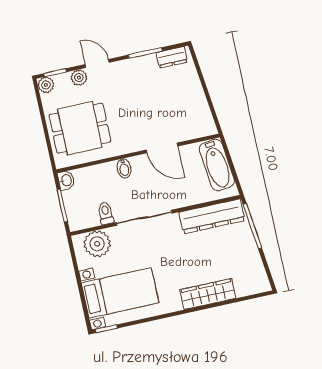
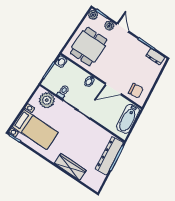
chair: (191, 122) -> (136, 91), added
dining table: (80, 128) -> (88, 46), turned 90
door: (162, 148) -> (113, 89), hinge flipped
dresser: (212, 216) -> (109, 156), moved, turned 83

